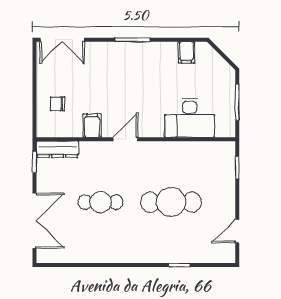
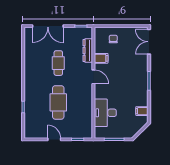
dresser: (57, 149) -> (88, 50), moved
door: (237, 231) -> (54, 139), moved

